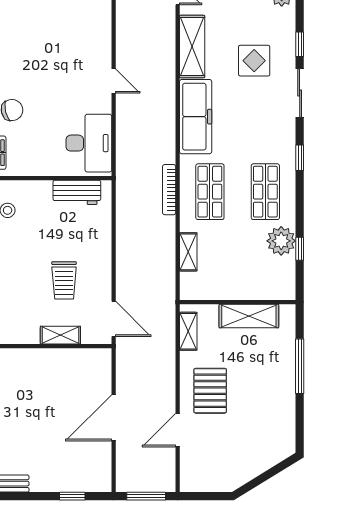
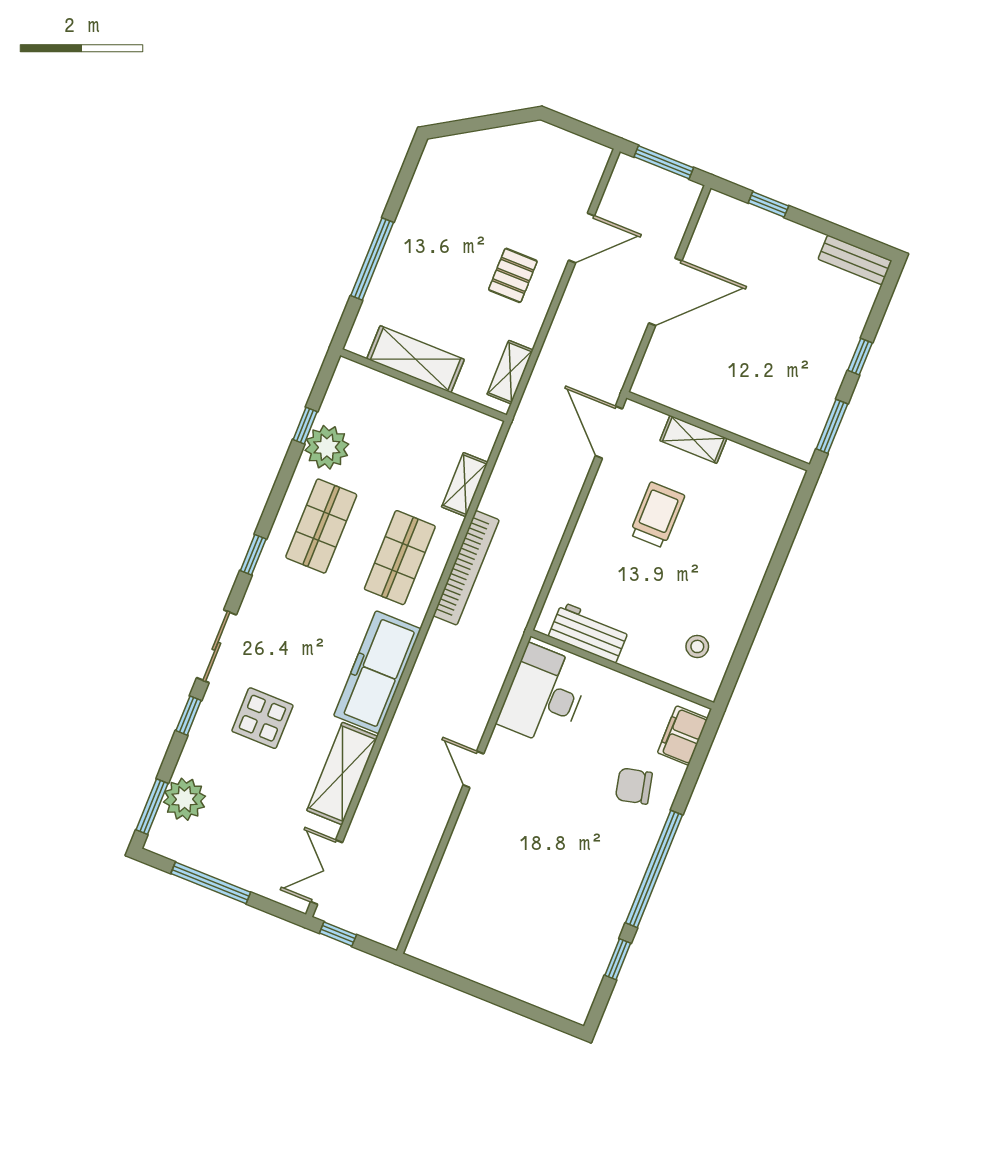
bookcase: (169, 190) -> (466, 568), width x1.48, depth x1.31
pallet: (210, 391) -> (513, 275), width x0.67, depth x0.71

